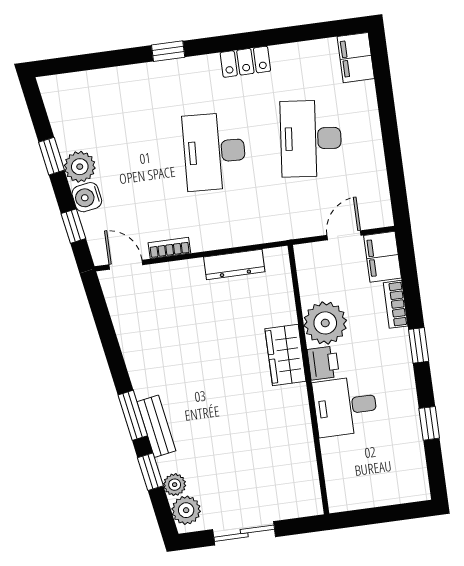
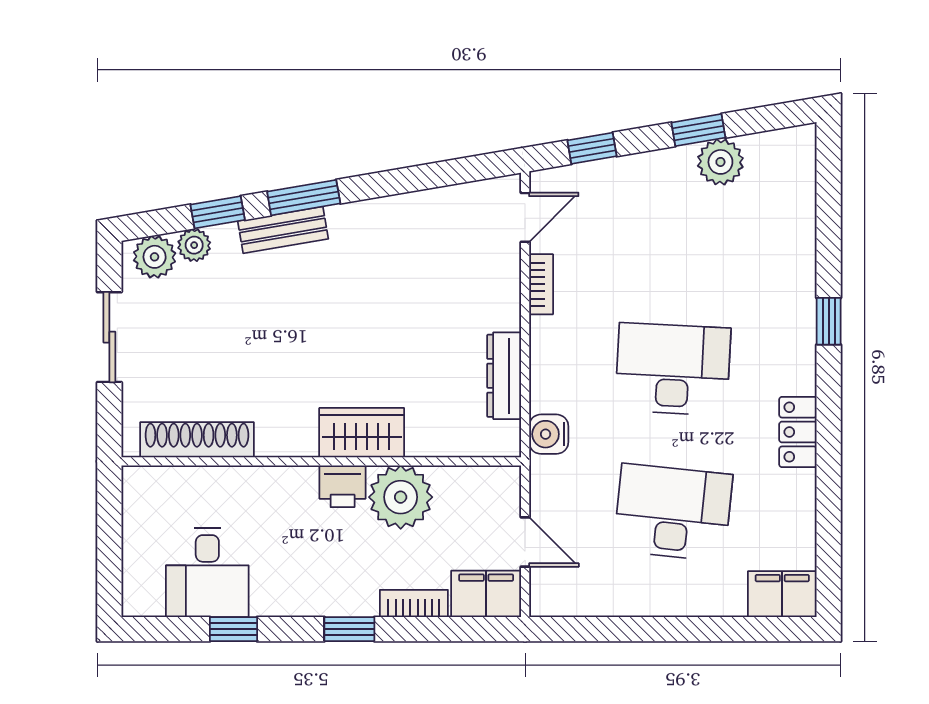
plant: (80, 167) -> (720, 162), moved
water cooler: (87, 197) -> (549, 434), moved, turned -80
desk: (345, 406) -> (207, 573), moved, turned 180
shoe rack: (305, 465) -> (197, 440), added

